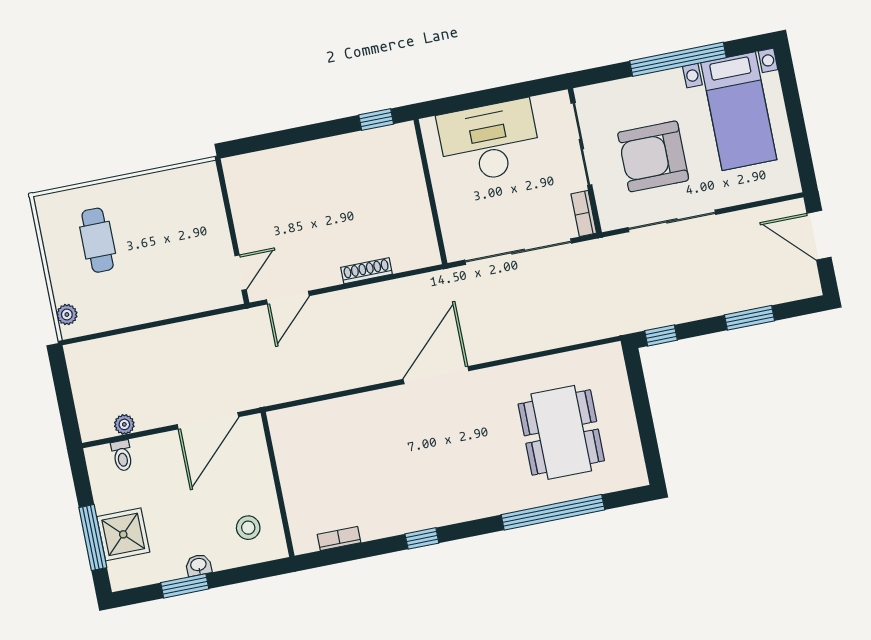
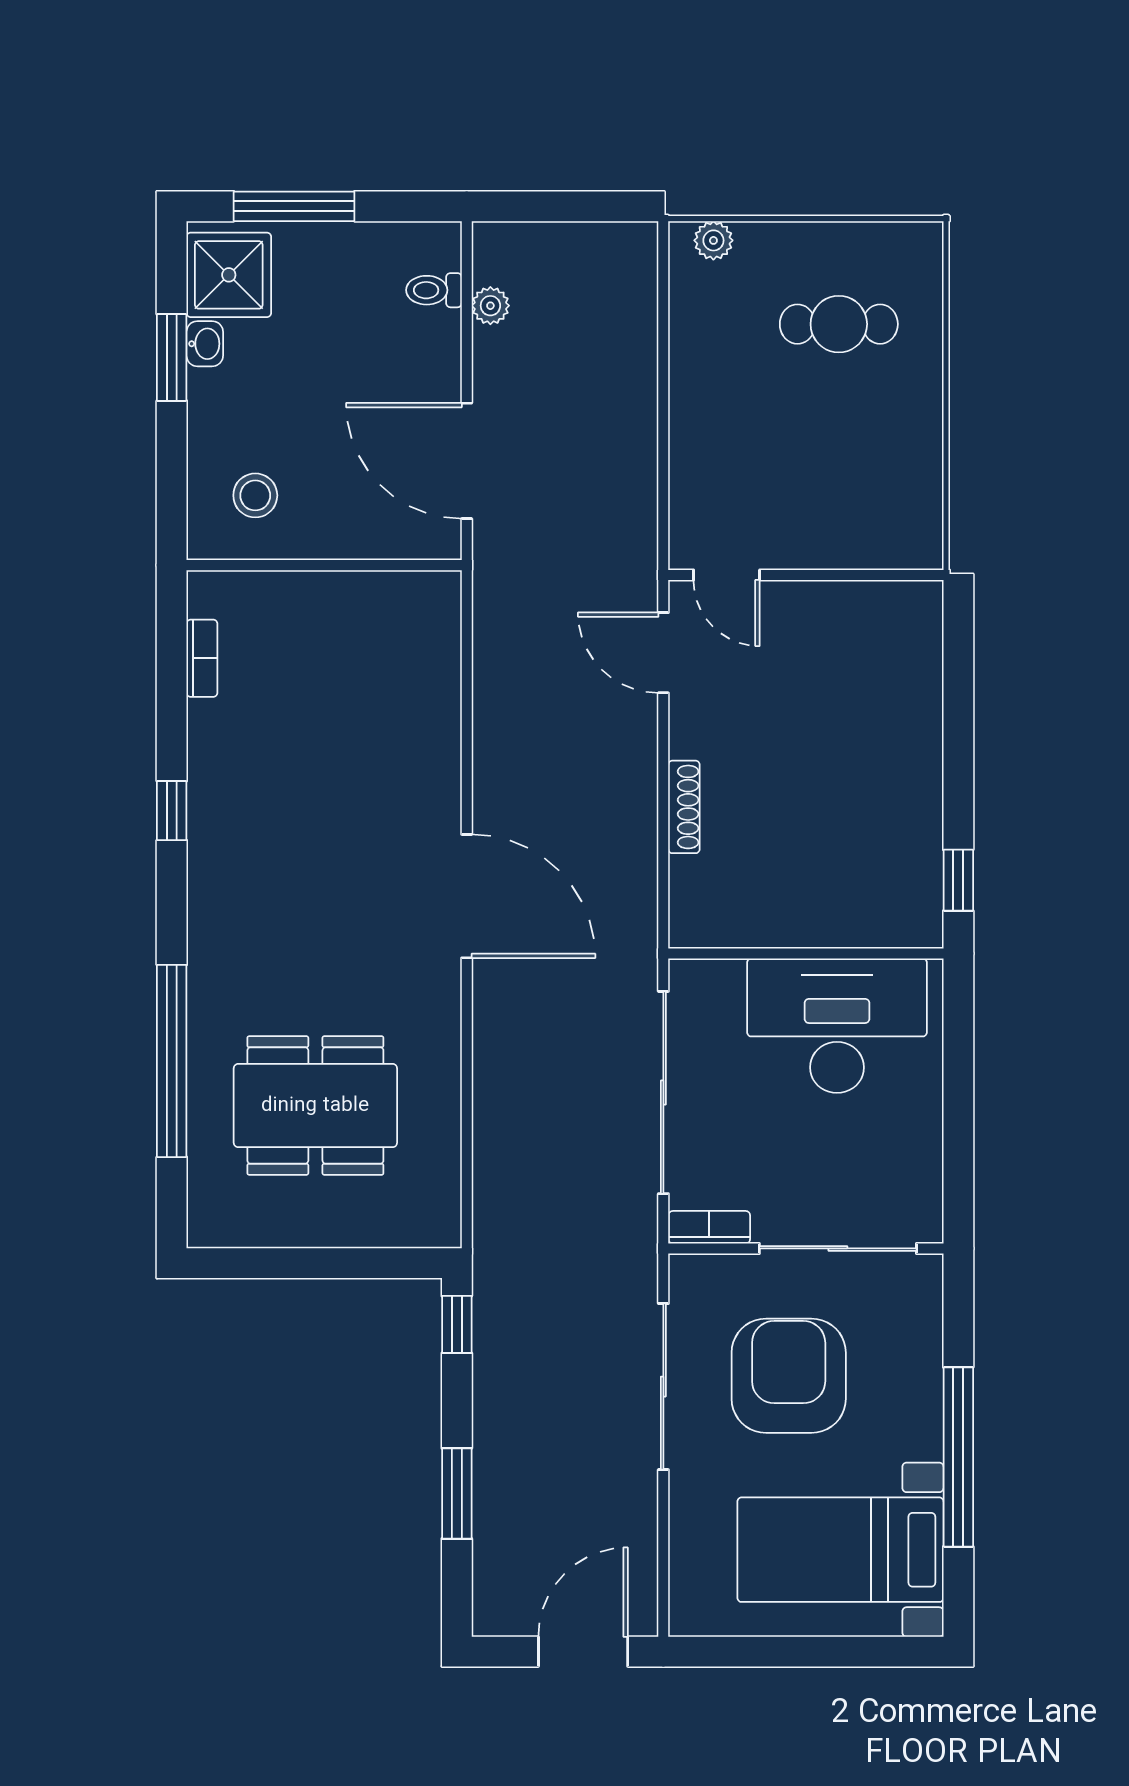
desk: (489, 142) -> (837, 1026), moved, turned -90
shower: (123, 534) -> (229, 275), moved
washbasin: (199, 565) -> (205, 344), moved

